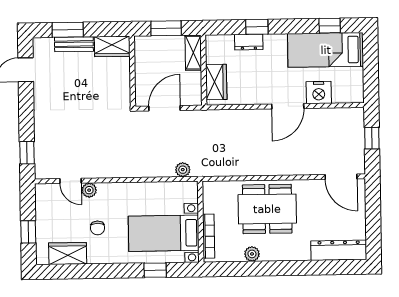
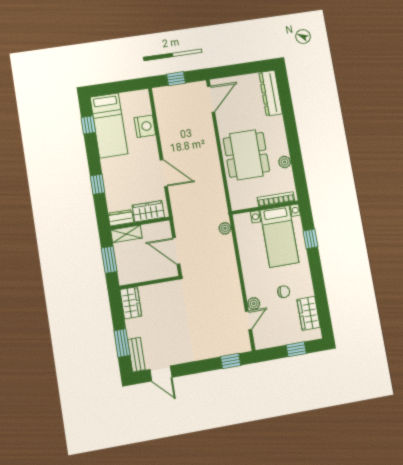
dresser: (249, 42) -> (121, 218), moved, turned -90
bench: (74, 44) -> (136, 355), moved
door: (288, 106) -> (164, 173), moved

